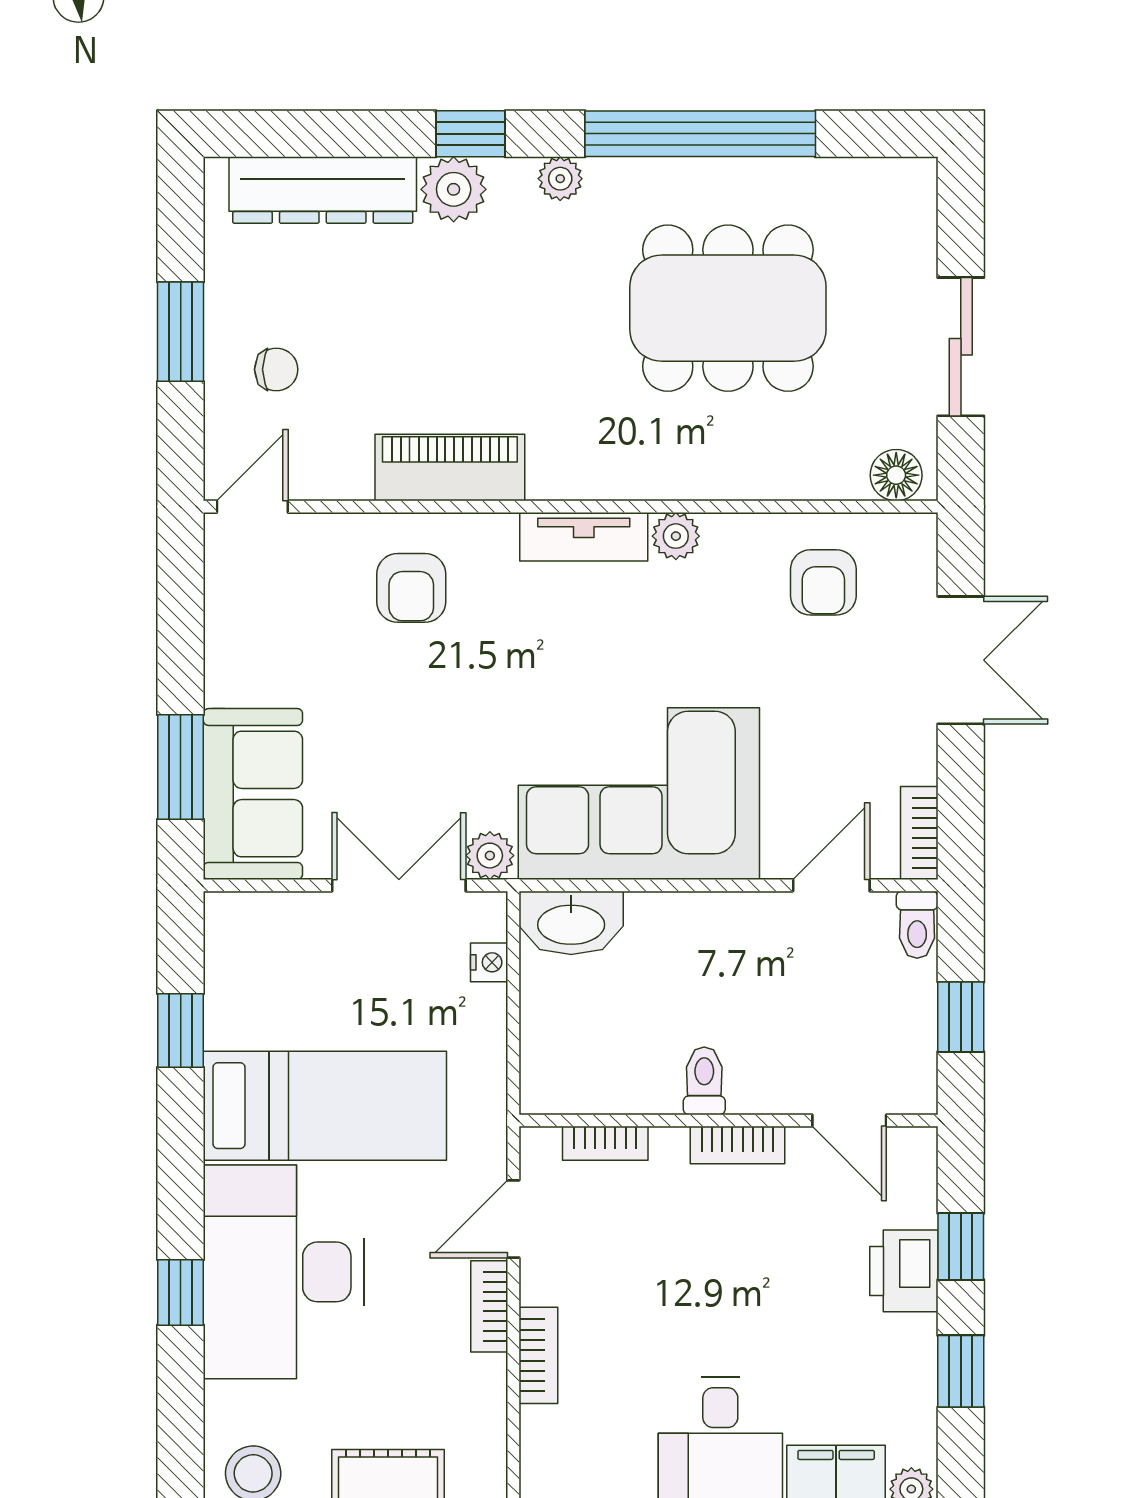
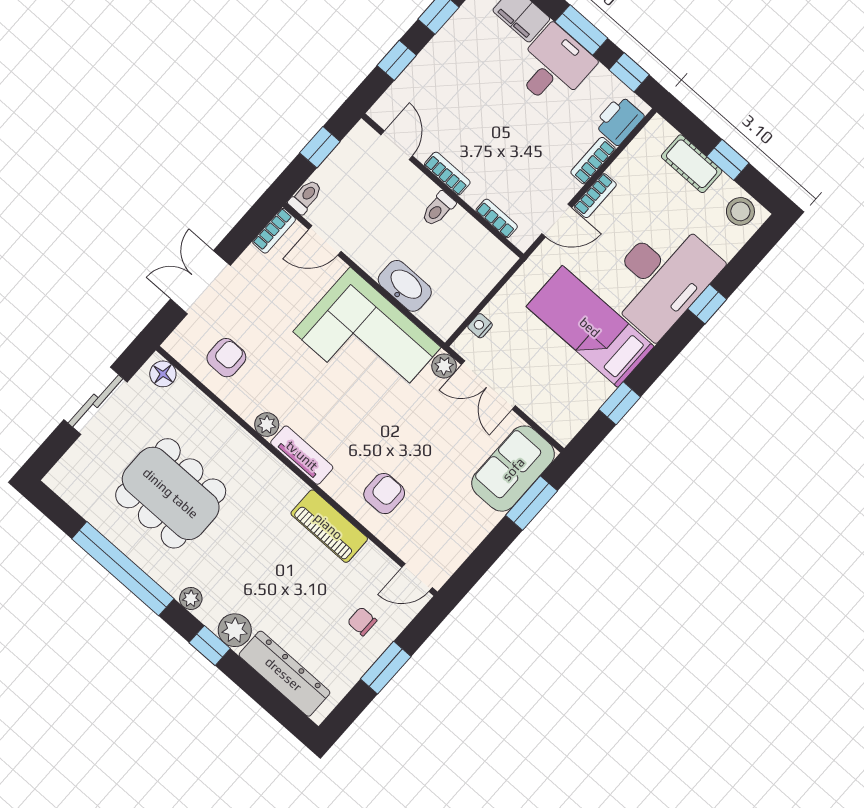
washbasin: (571, 923) -> (405, 286), moved
printer: (904, 1271) -> (619, 120), moved, turned 180

